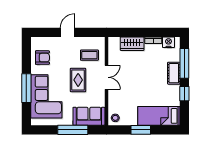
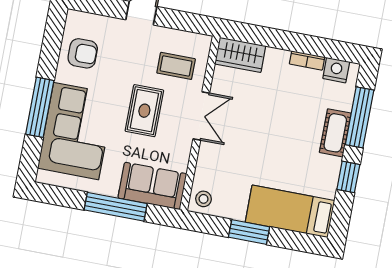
wardrobe: (132, 44) -> (240, 55), moved

